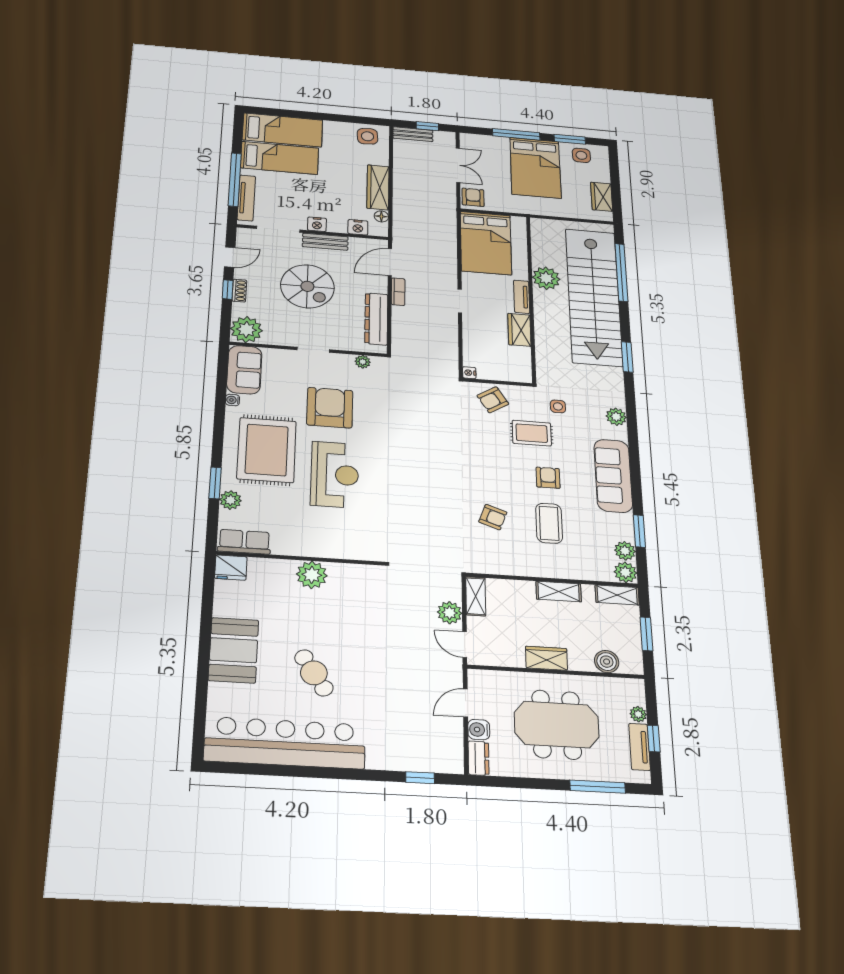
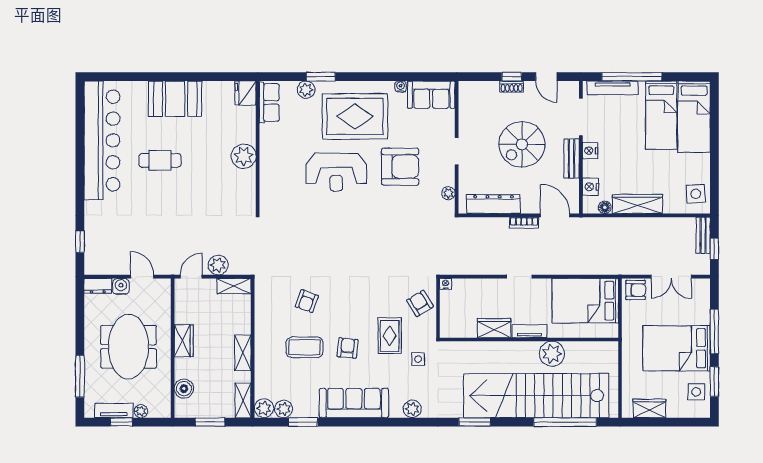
plant: (246, 330) -> (472, 95), removed
armchair: (548, 478) -> (347, 348), turned -84
cafe table: (314, 673) -> (160, 160), turned 33

